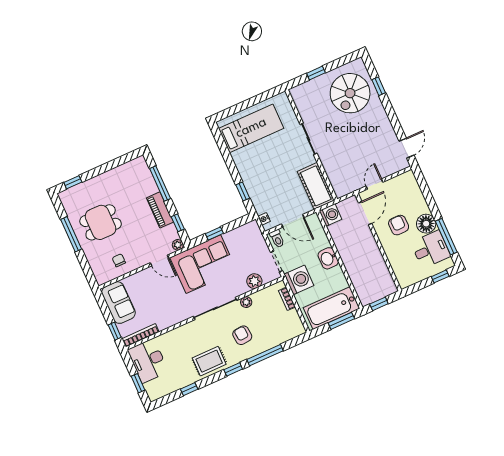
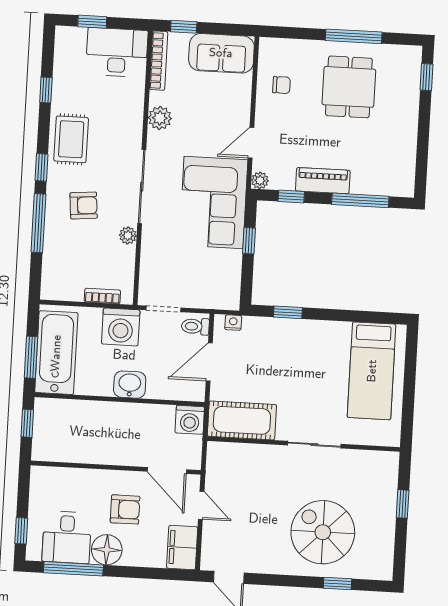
spiral stairs: (350, 93) -> (323, 532), moved
filing cabinet: (403, 183) -> (182, 548), added
plant: (254, 281) -> (160, 118), moved

